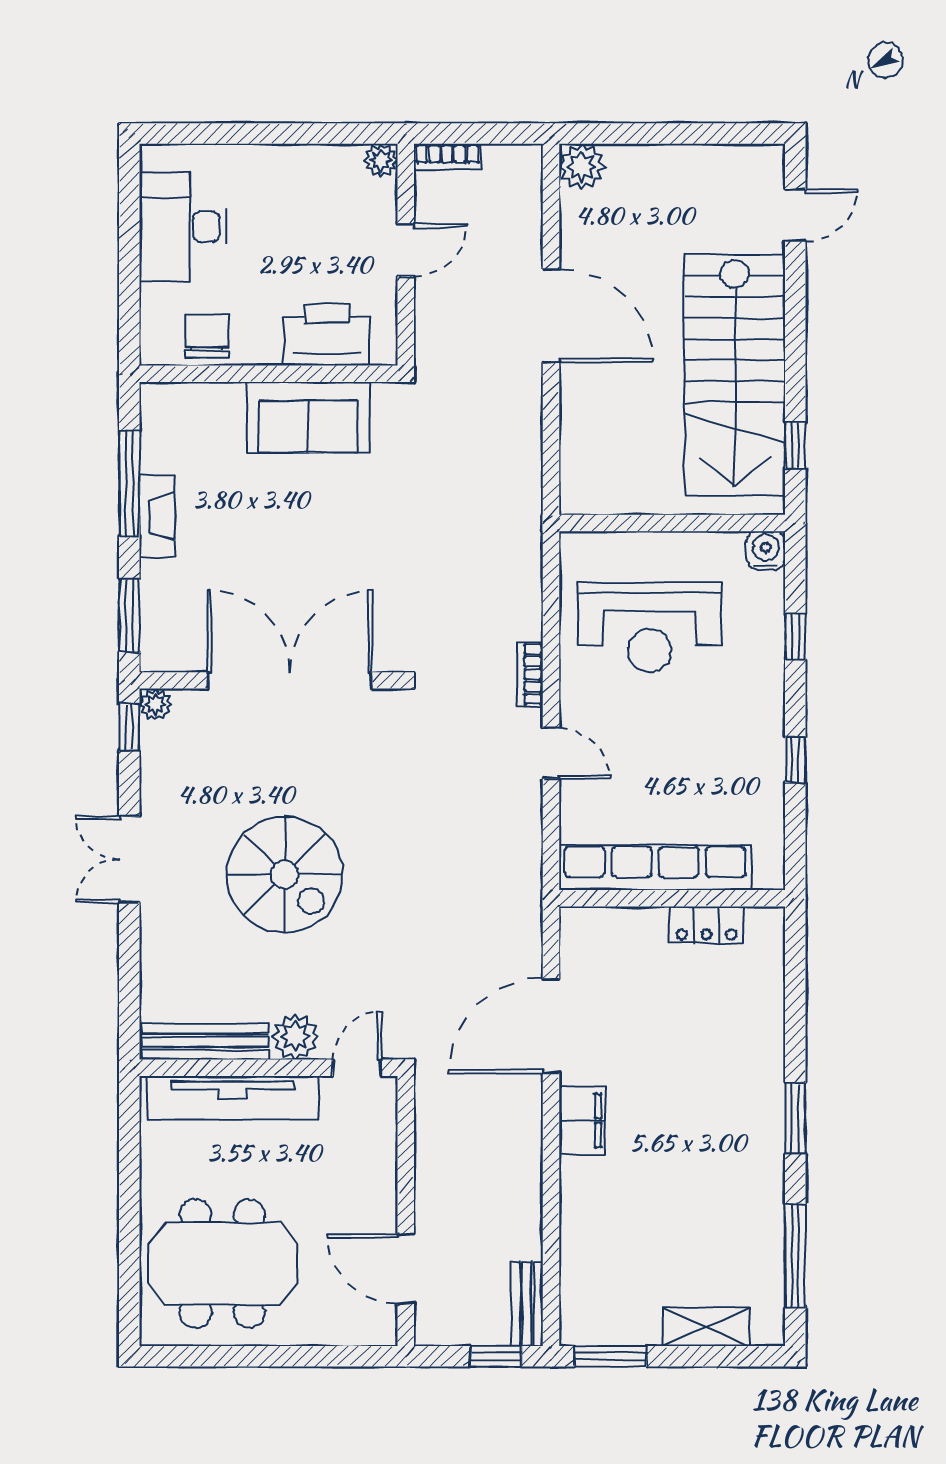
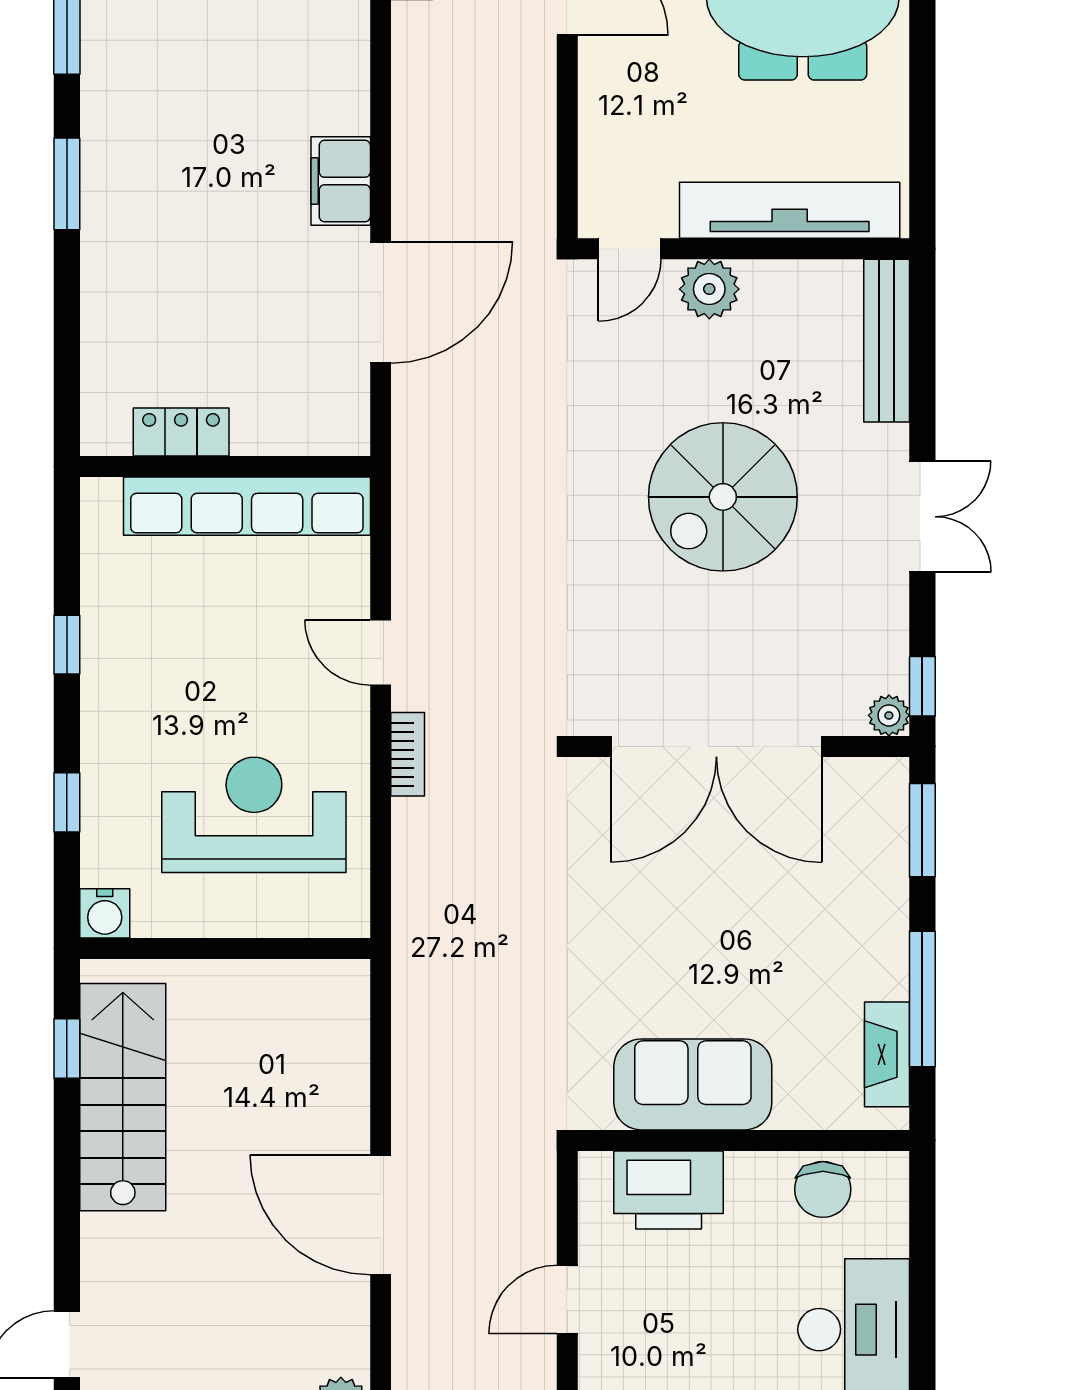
stairs: (735, 375) -> (123, 1097), width x0.73, depth x0.66
fireplace: (157, 516) -> (887, 1054), moved
spiral stairs: (285, 875) -> (723, 497), turned -90
bench: (205, 1042) -> (887, 341), moved, turned 90

